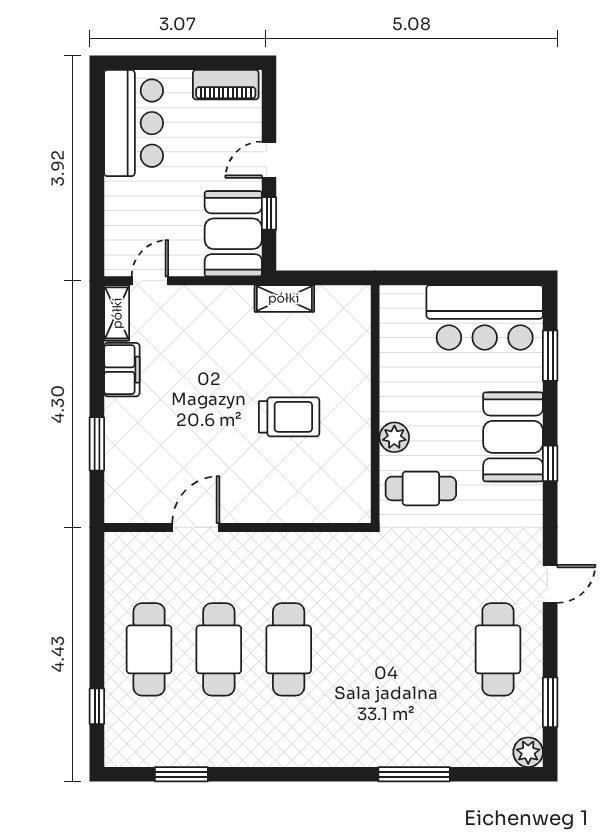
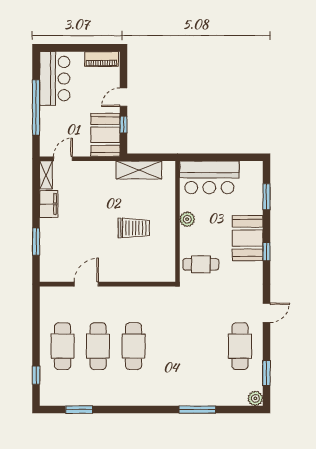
window: (97, 180) -> (36, 107), added
shelving: (284, 298) -> (139, 170), width x1.50, depth x1.33
bar counter: (485, 317) -> (209, 177), moved
plant: (394, 437) -> (187, 219), moved

